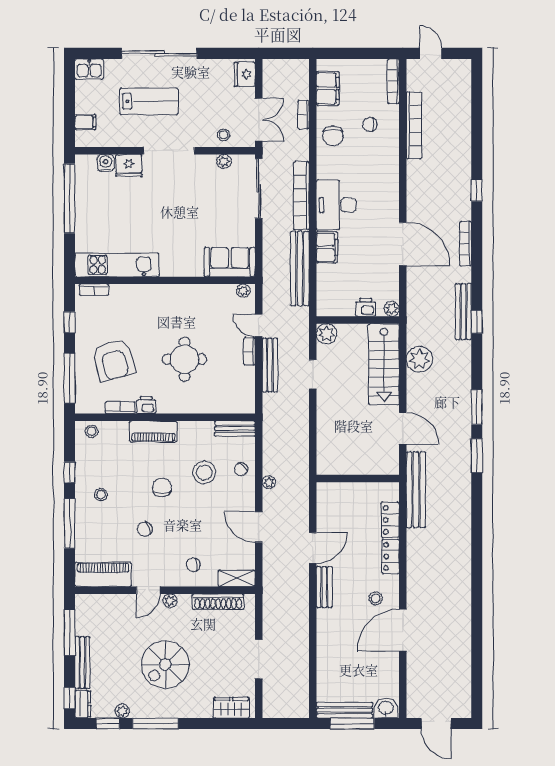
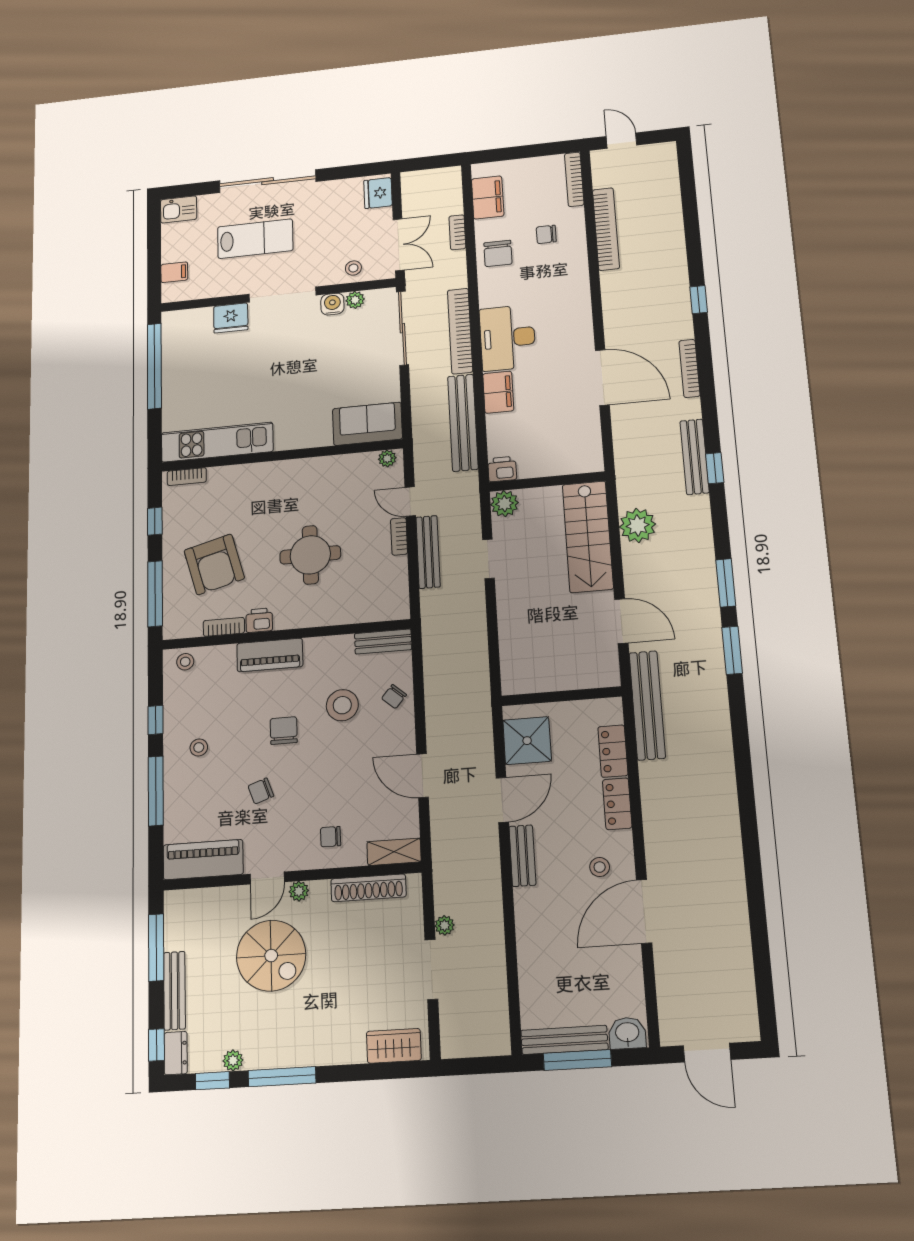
water cooler: (106, 163) -> (332, 304), moved
printer: (366, 307) -> (502, 469), moved
plant: (392, 309) -> (593, 463), removed
plant: (269, 482) -> (445, 925), moved
shower: (332, 508) -> (527, 741), added
spiral stairs: (165, 665) -> (271, 956), moved, turned -90

